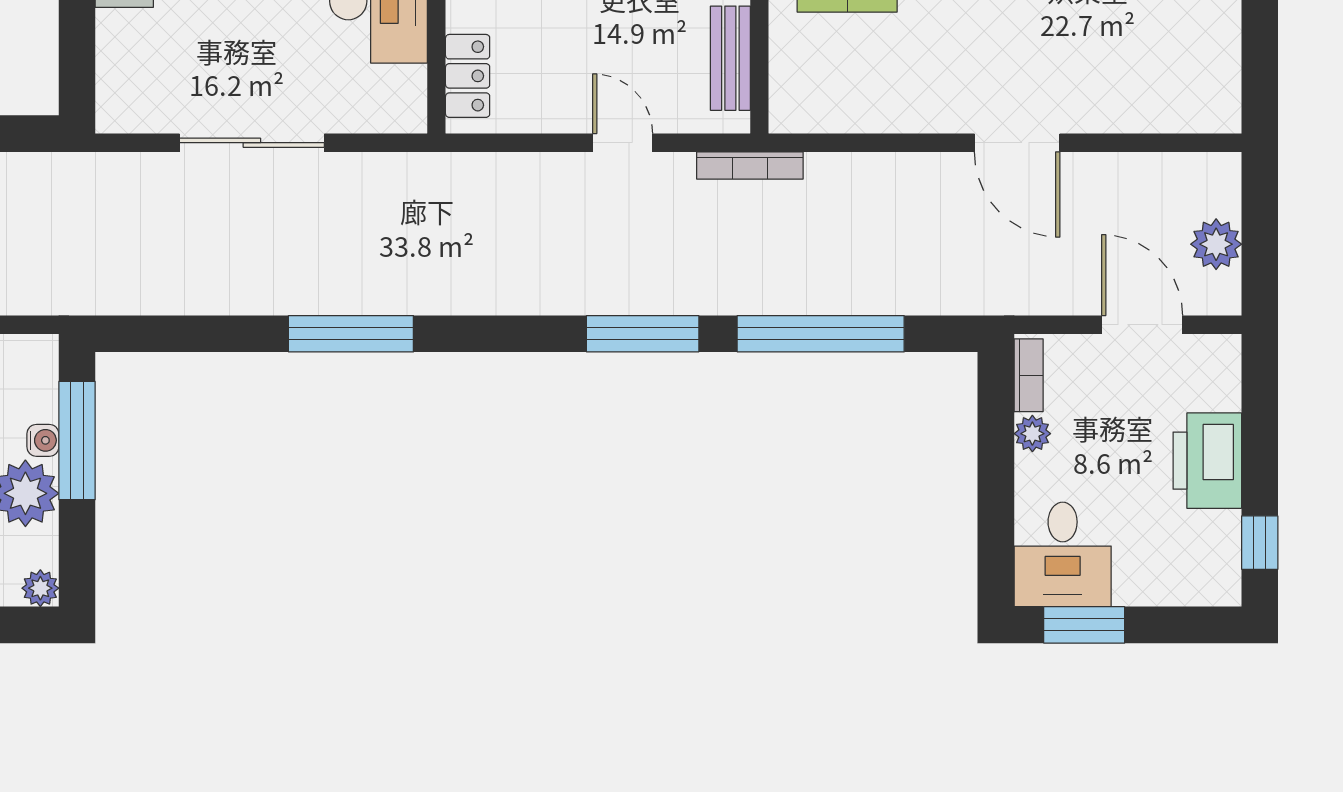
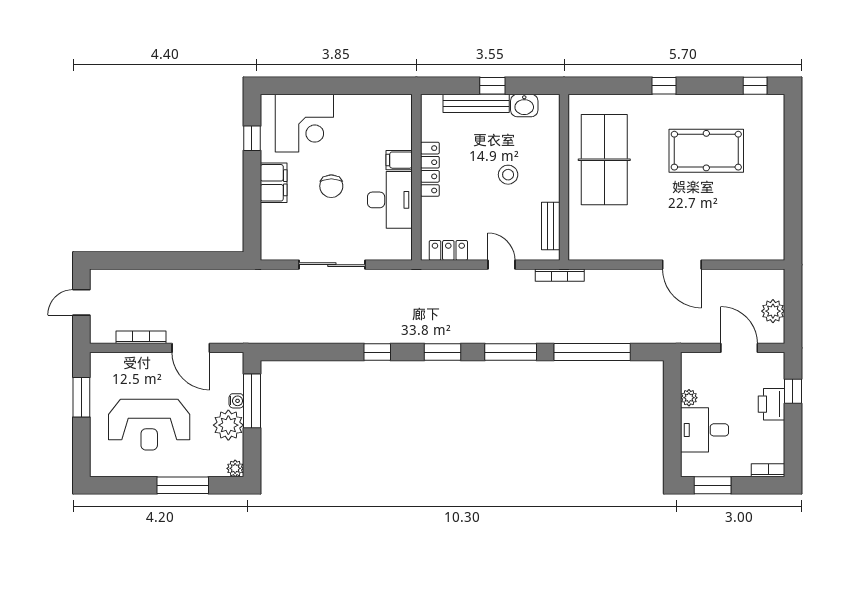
locker: (468, 76) -> (448, 250), moved, turned -90
window: (351, 334) -> (377, 352), width x0.46
window: (493, 334) -> (442, 352), added
bookcase: (1029, 375) -> (768, 470), moved, turned -90
printer: (1207, 461) -> (772, 404), width x0.73, depth x0.84
window: (1260, 543) -> (793, 391), moved
desk: (1063, 554) -> (705, 430), moved, turned 90

